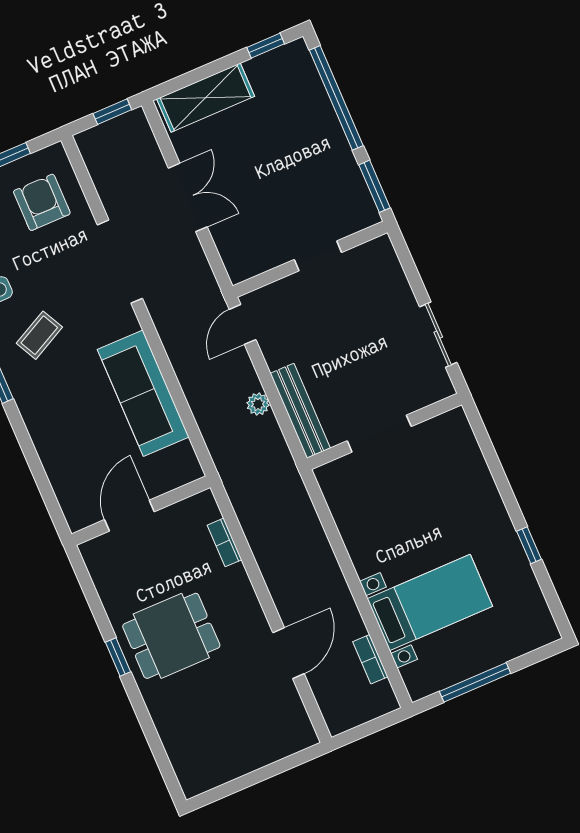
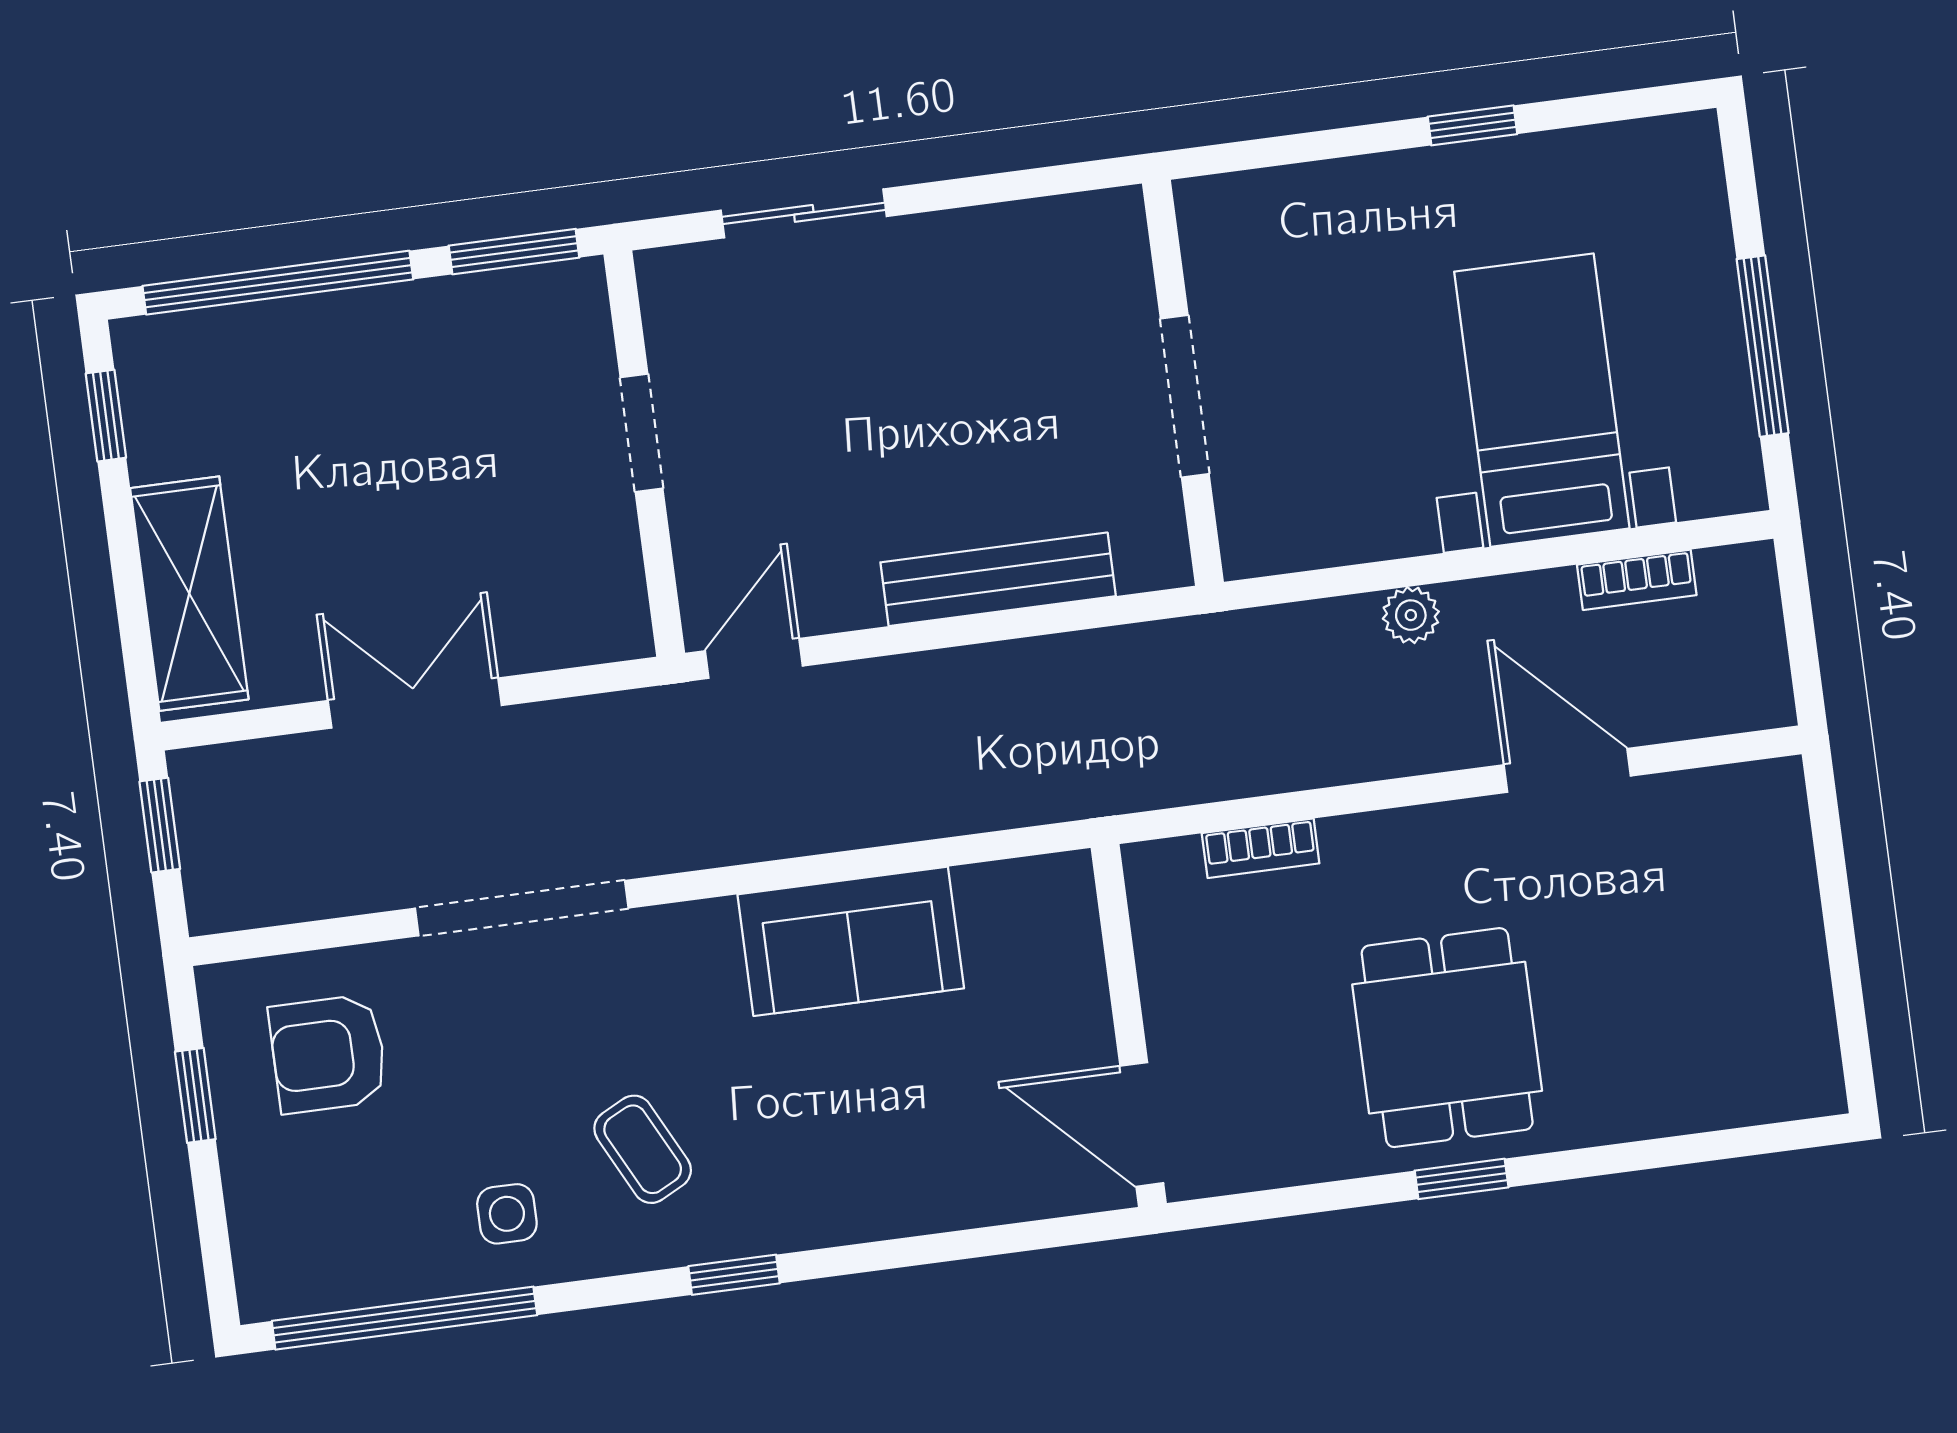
door: (243, 324) -> (754, 658), swing flipped
sliding door: (438, 335) -> (804, 213), moved
sofa: (143, 393) -> (851, 941), width x0.73
plant: (258, 404) -> (1411, 615), moved
wall: (384, 431) -> (1183, 383), moved
doorway: (379, 434) -> (1185, 396), moved
door: (129, 516) -> (1142, 1124), moved

